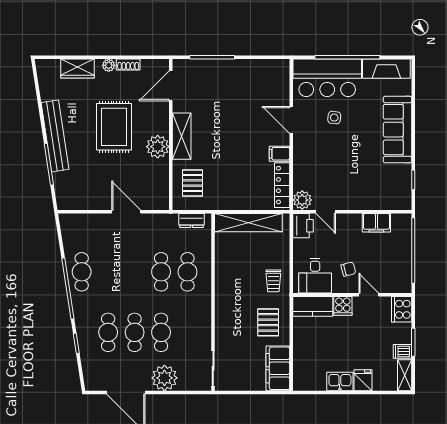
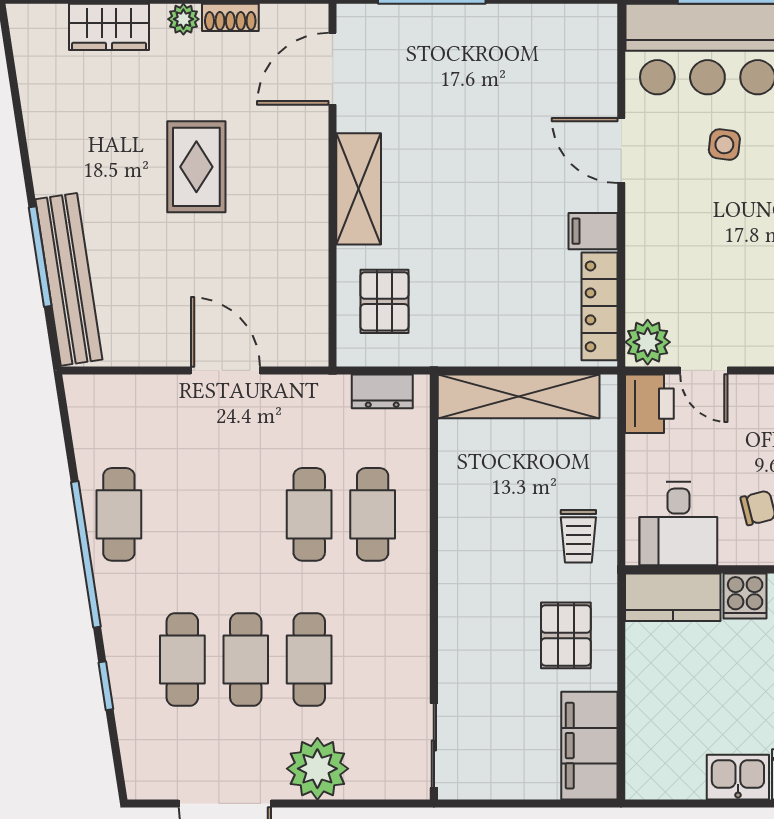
rug: (114, 127) -> (196, 167), width x0.73, depth x0.70
bench: (55, 136) -> (69, 279), moved
plant: (158, 147) -> (301, 214), removed

